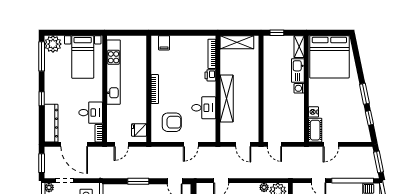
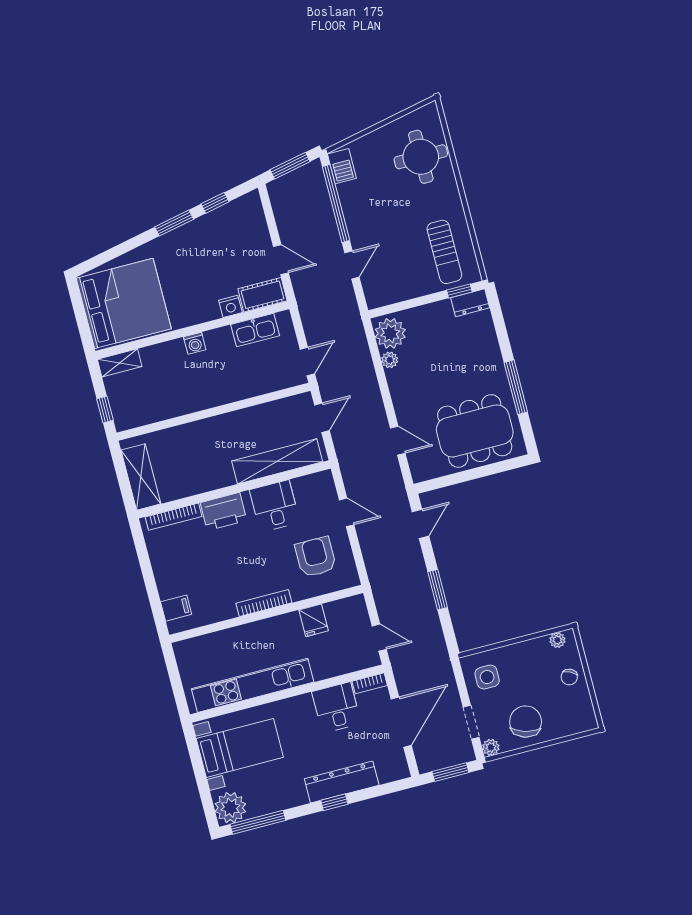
kitchen sink: (298, 71) -> (255, 330), moved
printer: (210, 75) -> (223, 512), width x1.87, depth x1.48
shelving: (227, 98) -> (277, 461), moved
dresser: (51, 123) -> (342, 782), moved
fridge: (139, 130) -> (314, 620), moved

